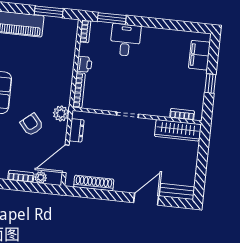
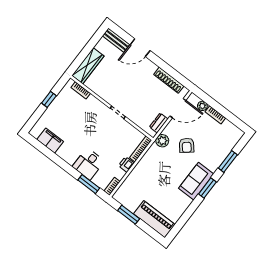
filing cabinet: (199, 55) -> (50, 141), moved, turned -90
wardrobe: (178, 130) -> (88, 66), moved, turned 90

